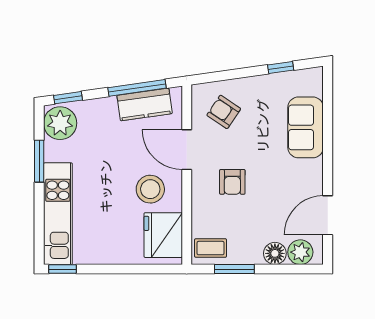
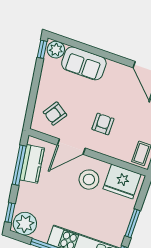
window: (281, 68) -> (42, 49), moved
plant: (311, 83) -> (56, 50), added
armchair: (232, 182) -> (103, 124), turned -90
window: (112, 269) -> (133, 223), added

